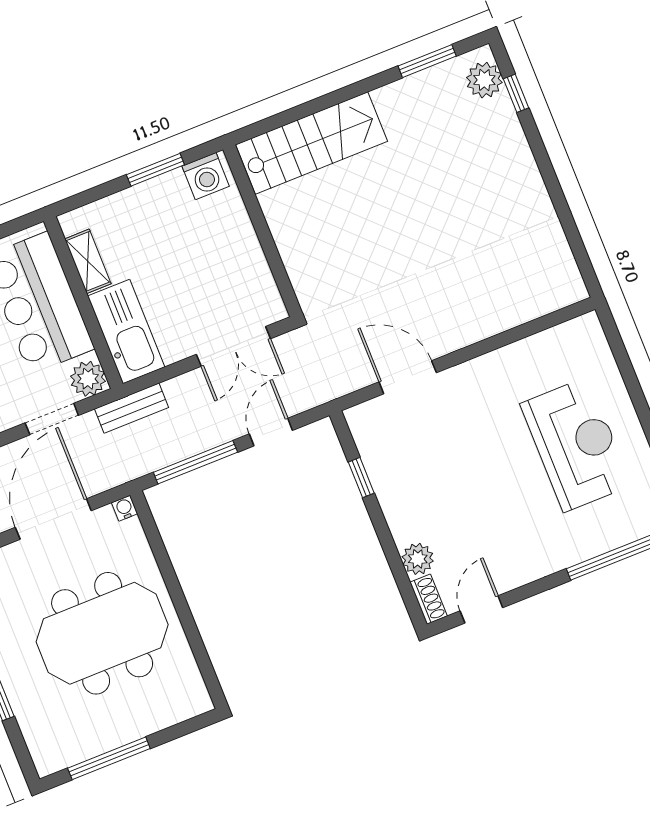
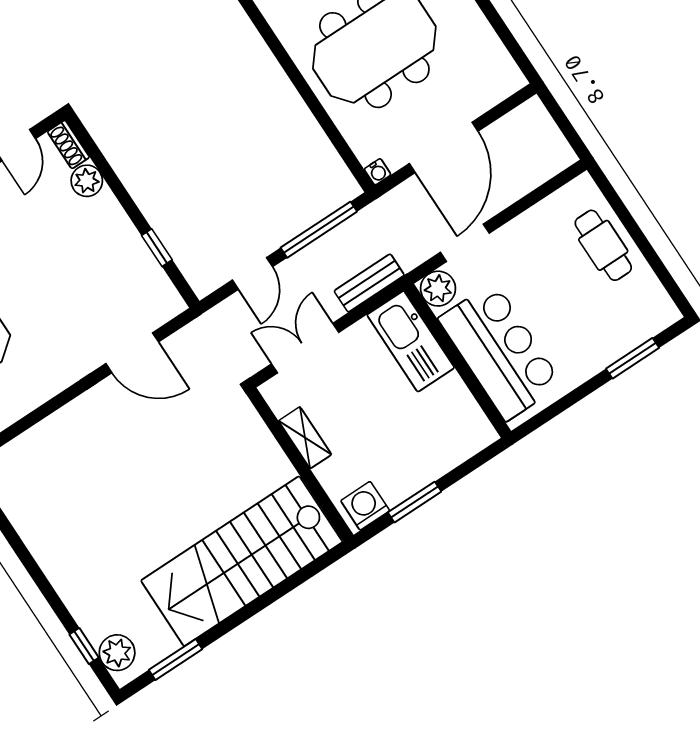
stairs: (312, 143) -> (242, 561), width x1.36, depth x1.51
shelving: (88, 261) -> (305, 438), moved
bench: (132, 408) -> (369, 283), moved

